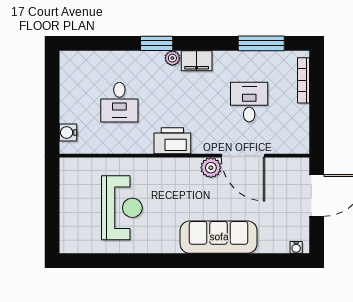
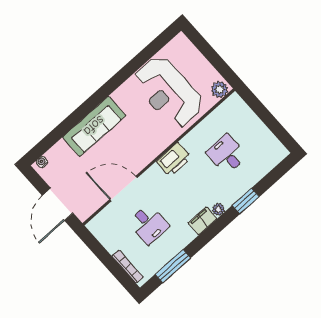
window: (157, 43) -> (246, 201), moved
water cooler: (68, 133) -> (241, 108), removed
plant: (211, 168) -> (220, 89), moved
reception desk: (122, 208) -> (168, 92), width x1.36, depth x1.30

